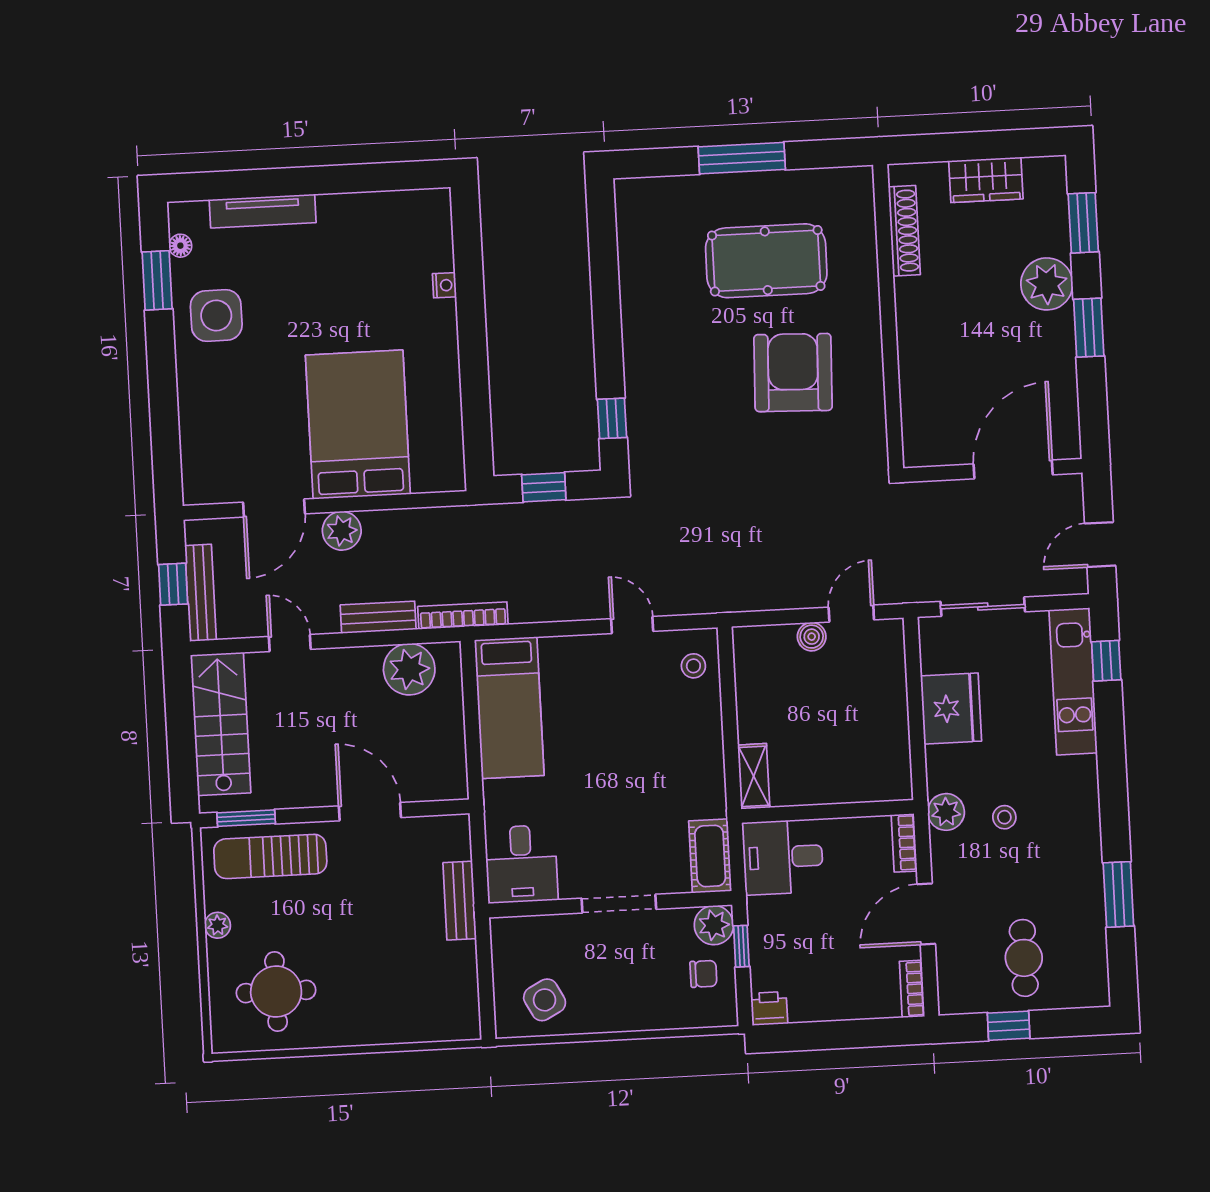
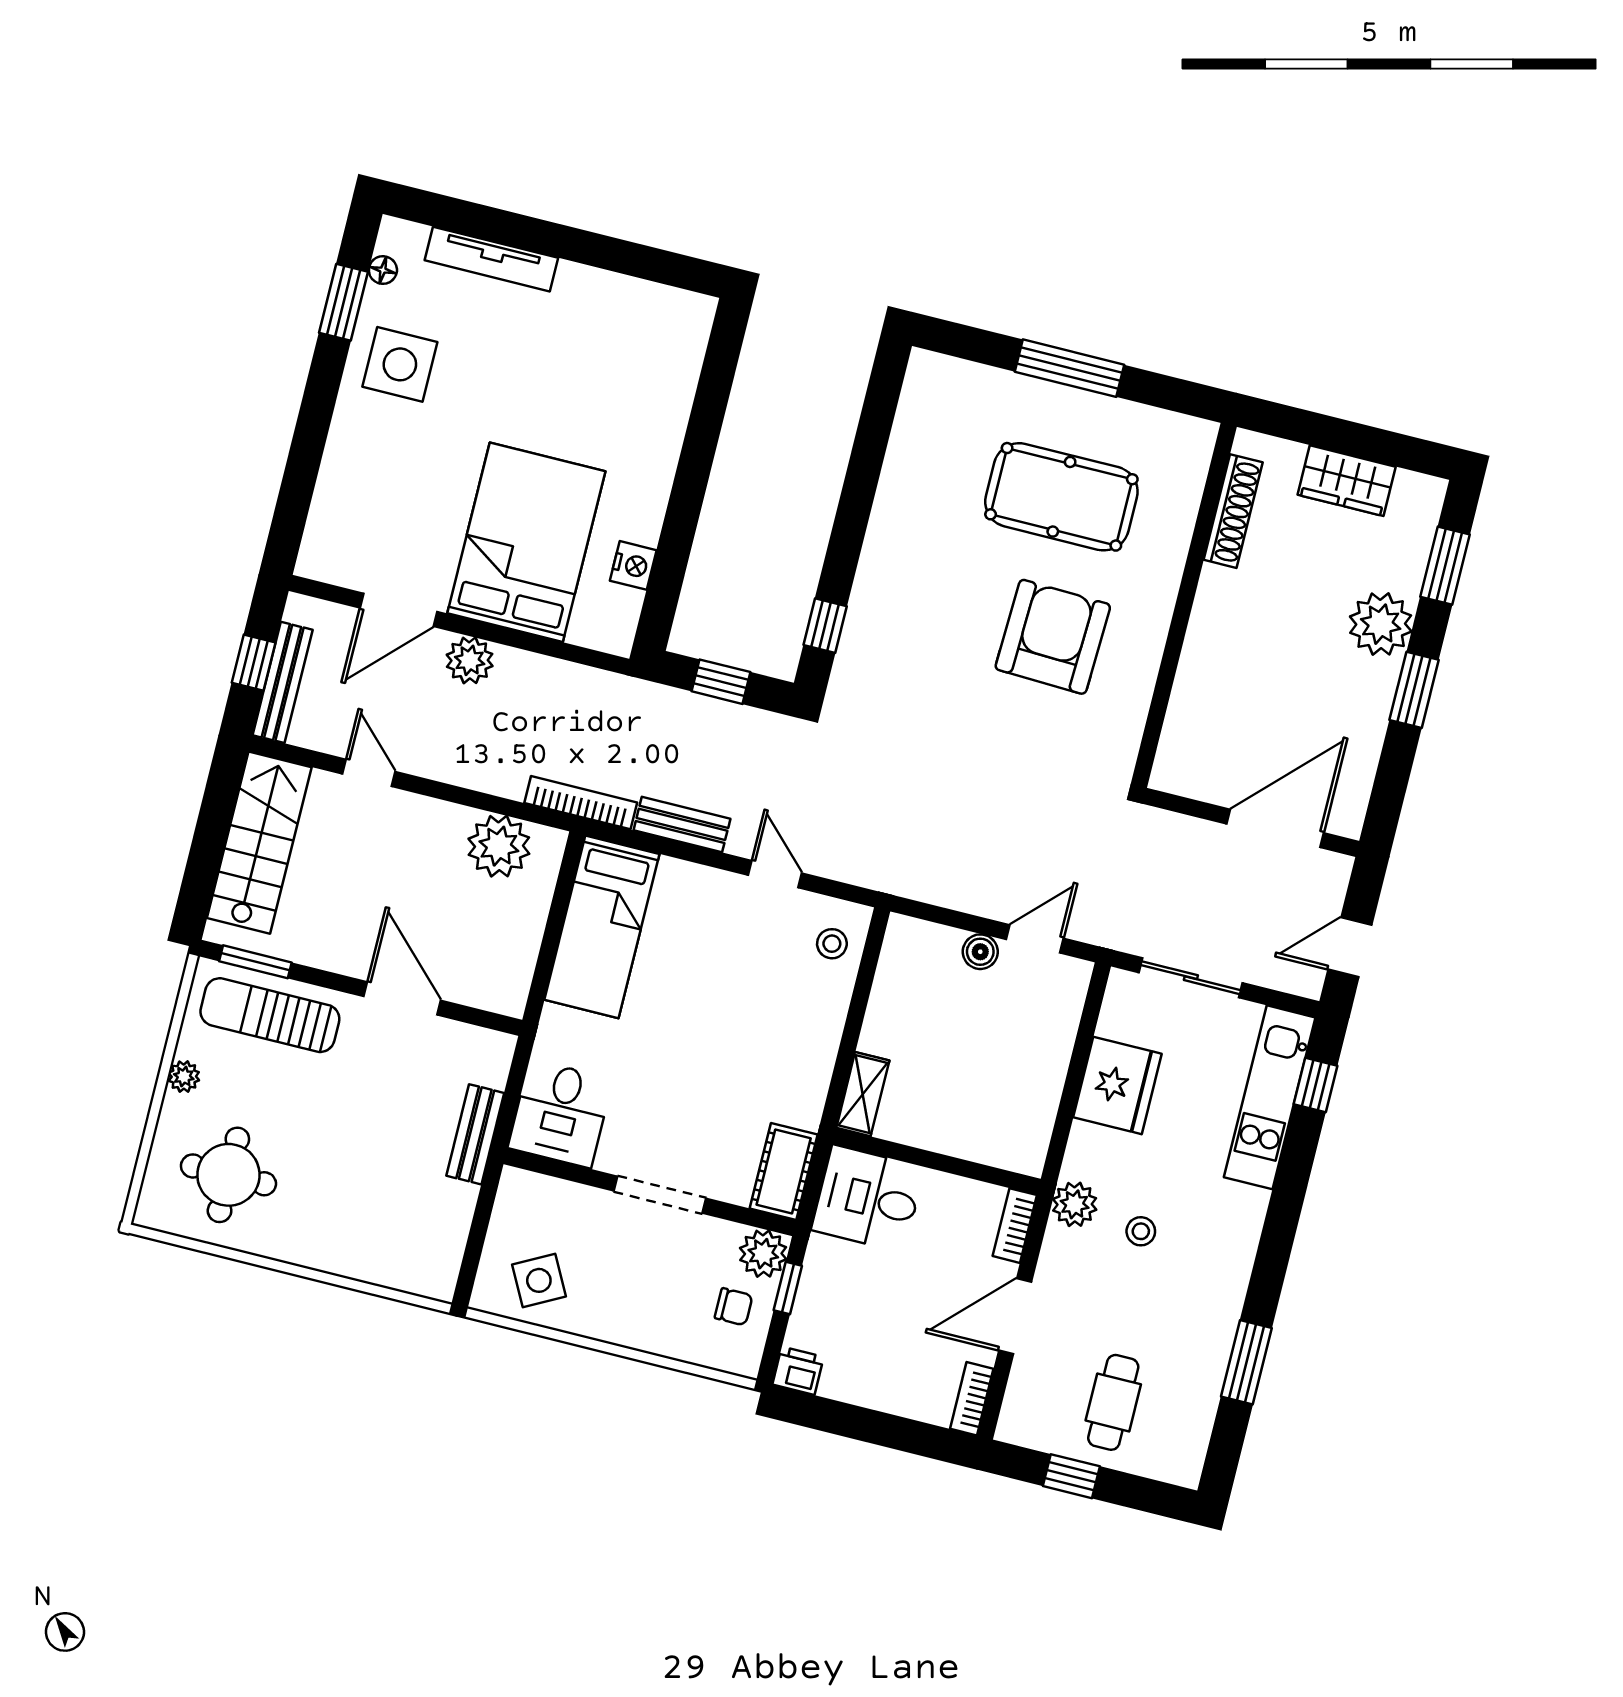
nightstand: (444, 285) -> (633, 565), moved, width x1.39, depth x1.35
bench: (378, 617) -> (682, 824), moved

